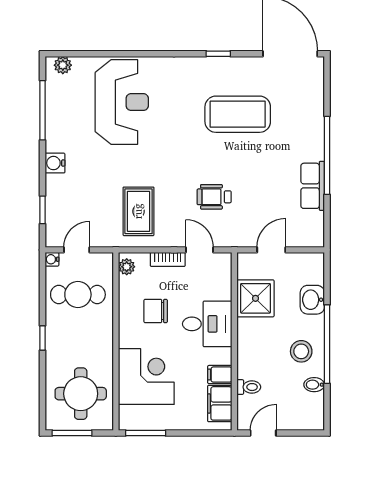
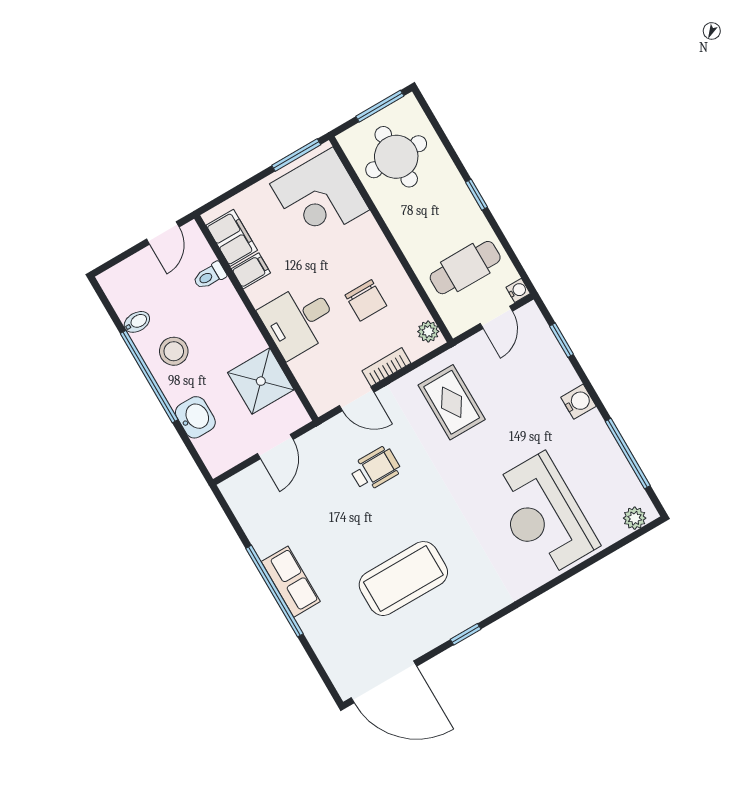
row of seats: (313, 186) -> (291, 582), moved
chair: (156, 311) -> (366, 300), turned 90
corner desk: (146, 377) -> (320, 197), moved

